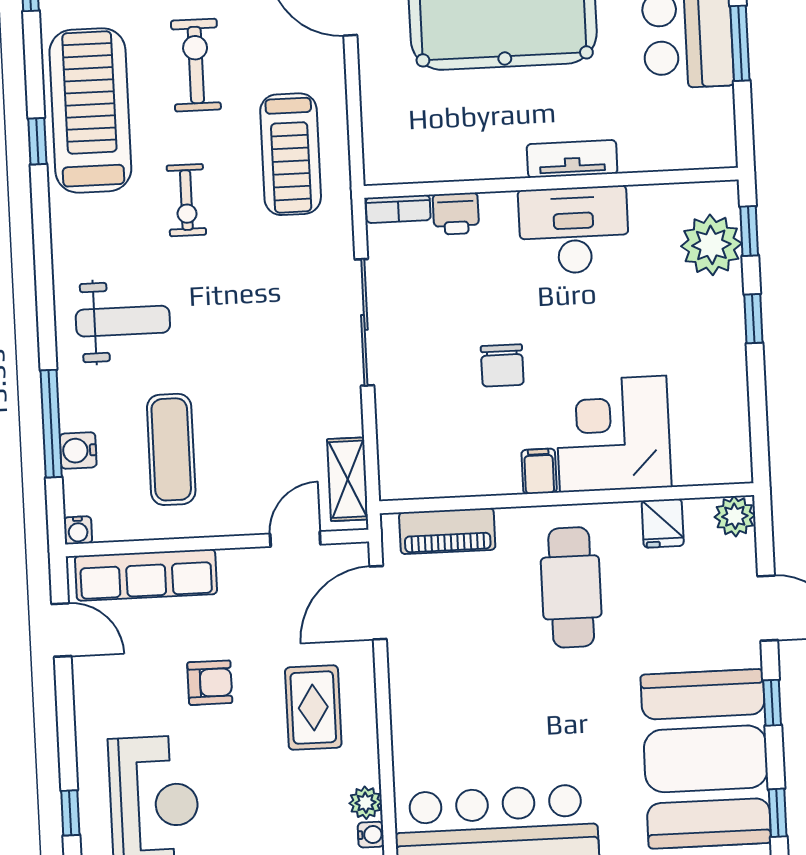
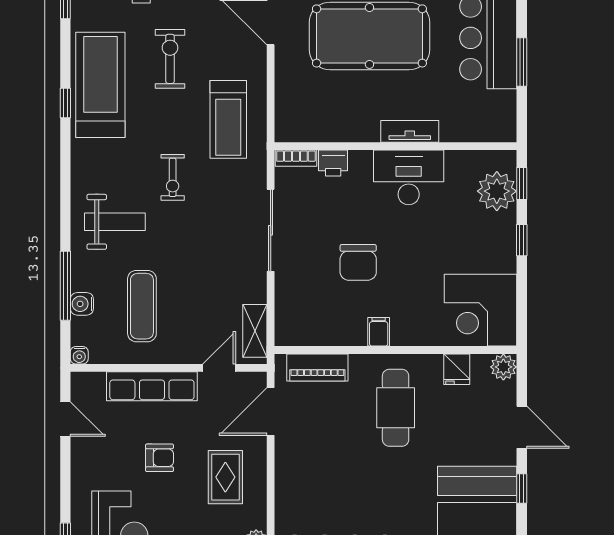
exercise bike: (186, 200) -> (173, 177), moved
chair: (502, 365) -> (358, 262), width x1.37, depth x1.37
corner desk: (613, 434) -> (480, 310), moved, turned -90
row of seats: (146, 575) -> (152, 386), moved

